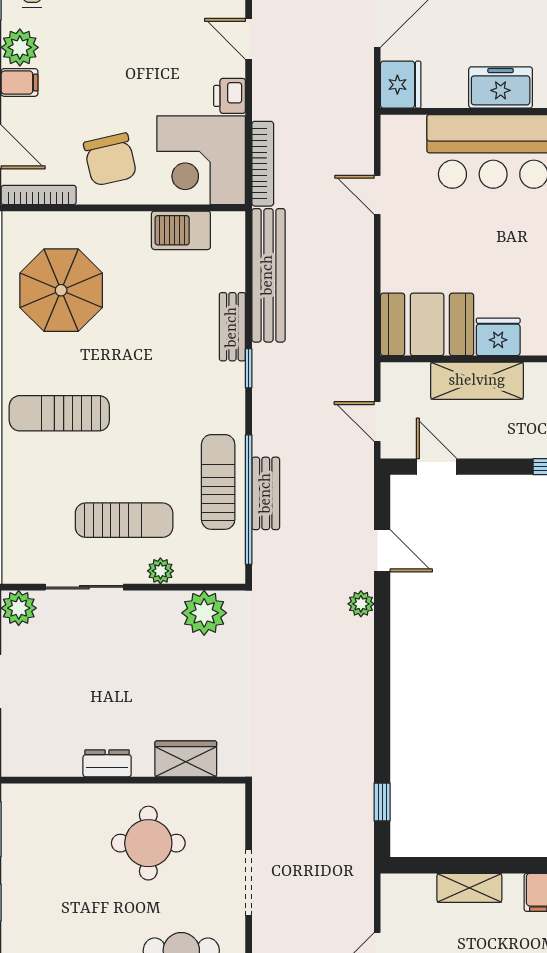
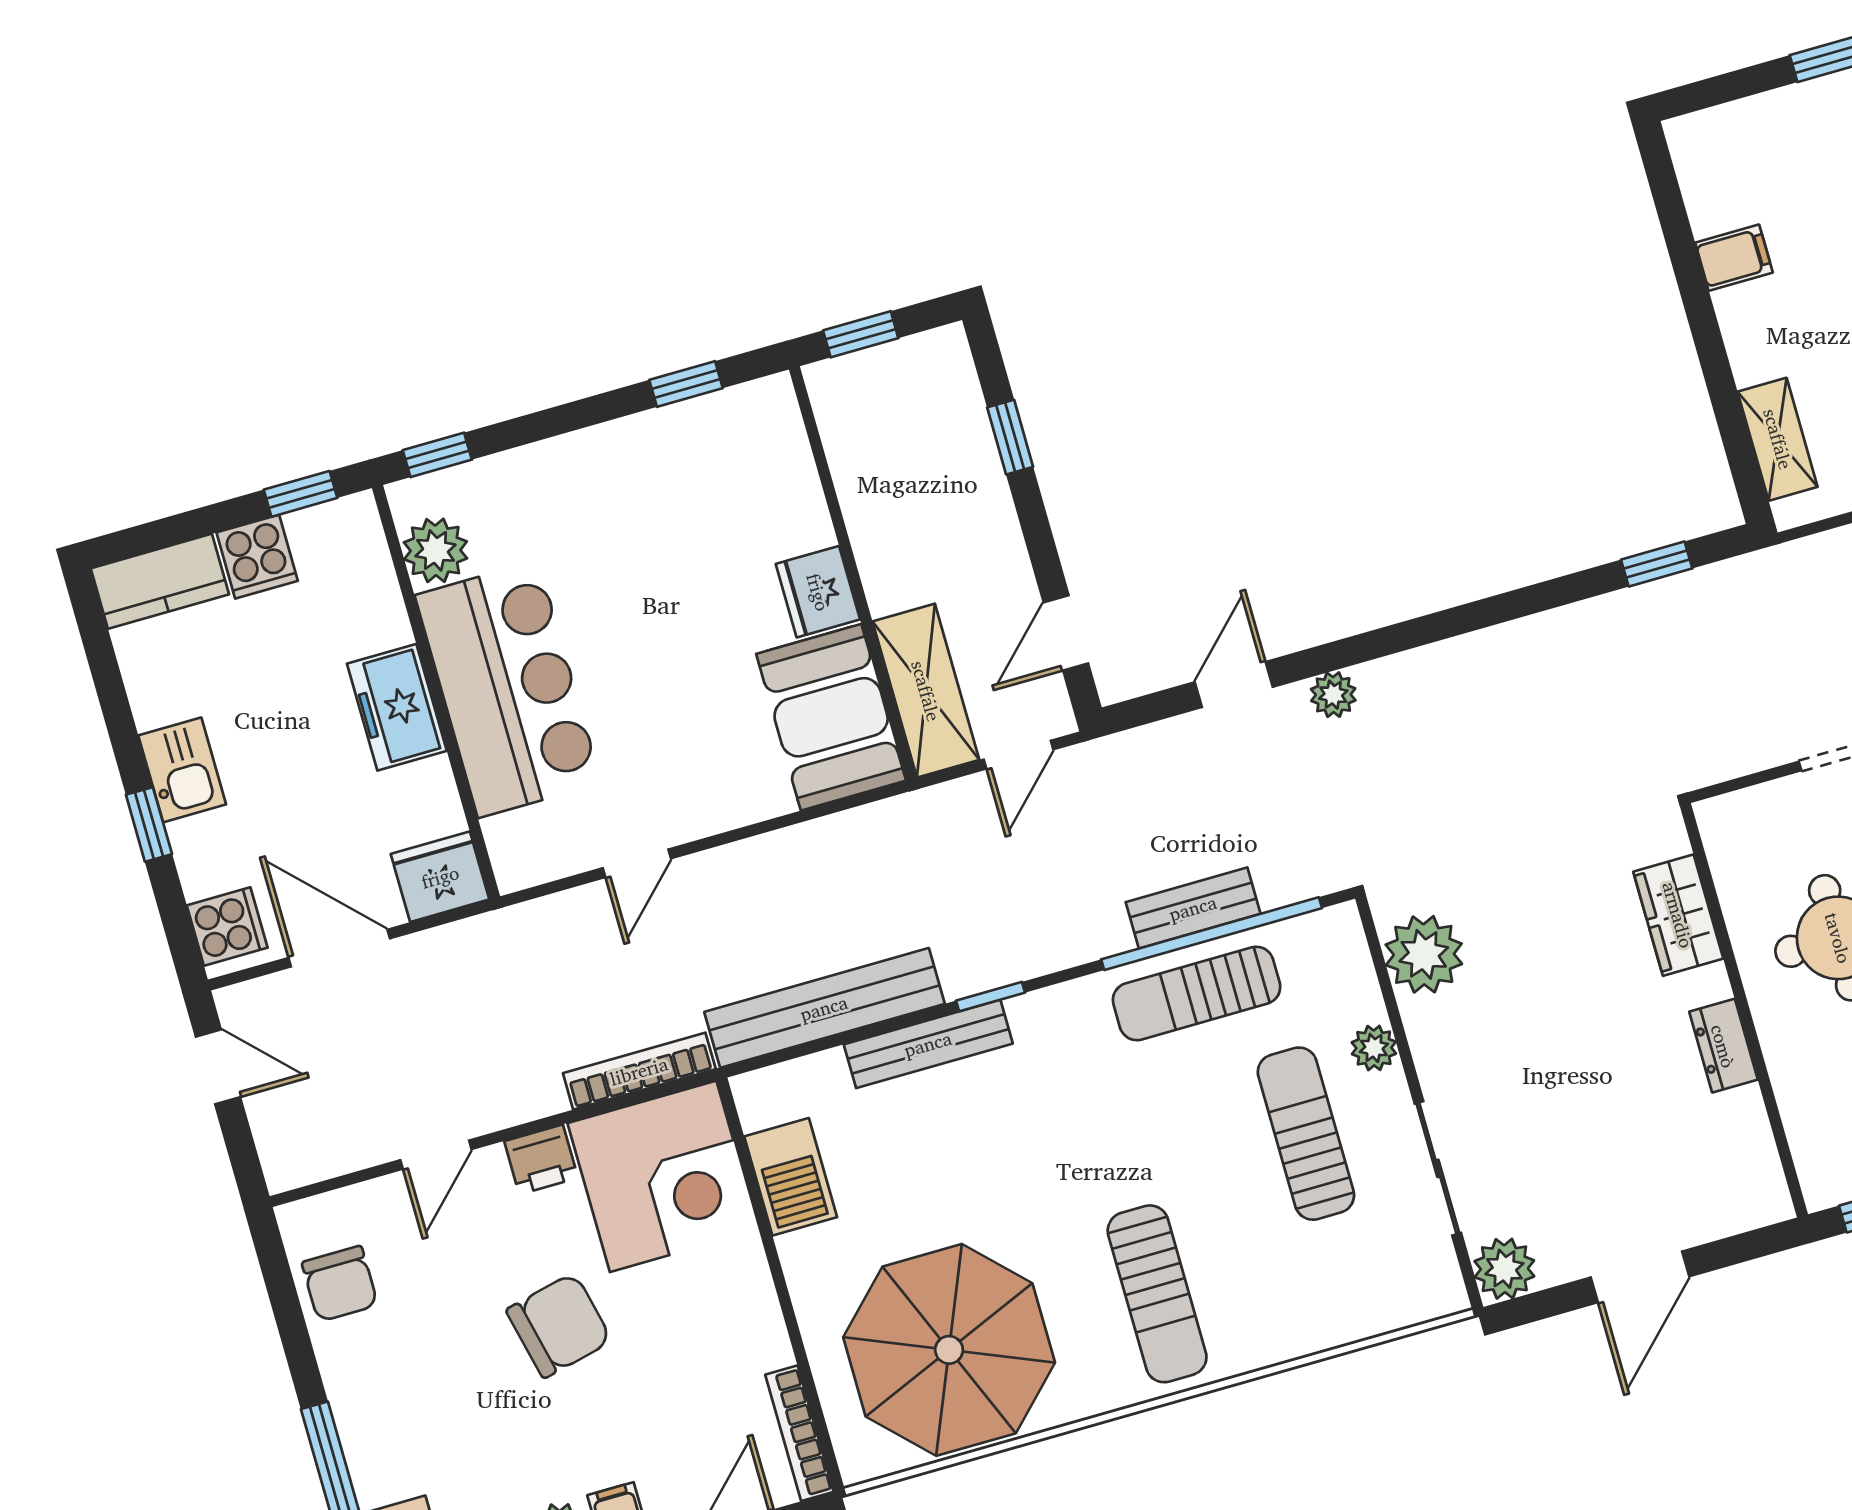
chair: (110, 159) -> (559, 1325), moved
parasol: (61, 290) -> (949, 1350), width x1.36, depth x1.36
bench: (232, 327) -> (928, 1044), width x1.36
shelving: (477, 381) -> (926, 691), moved
shelving: (469, 888) -> (1778, 439), moved

